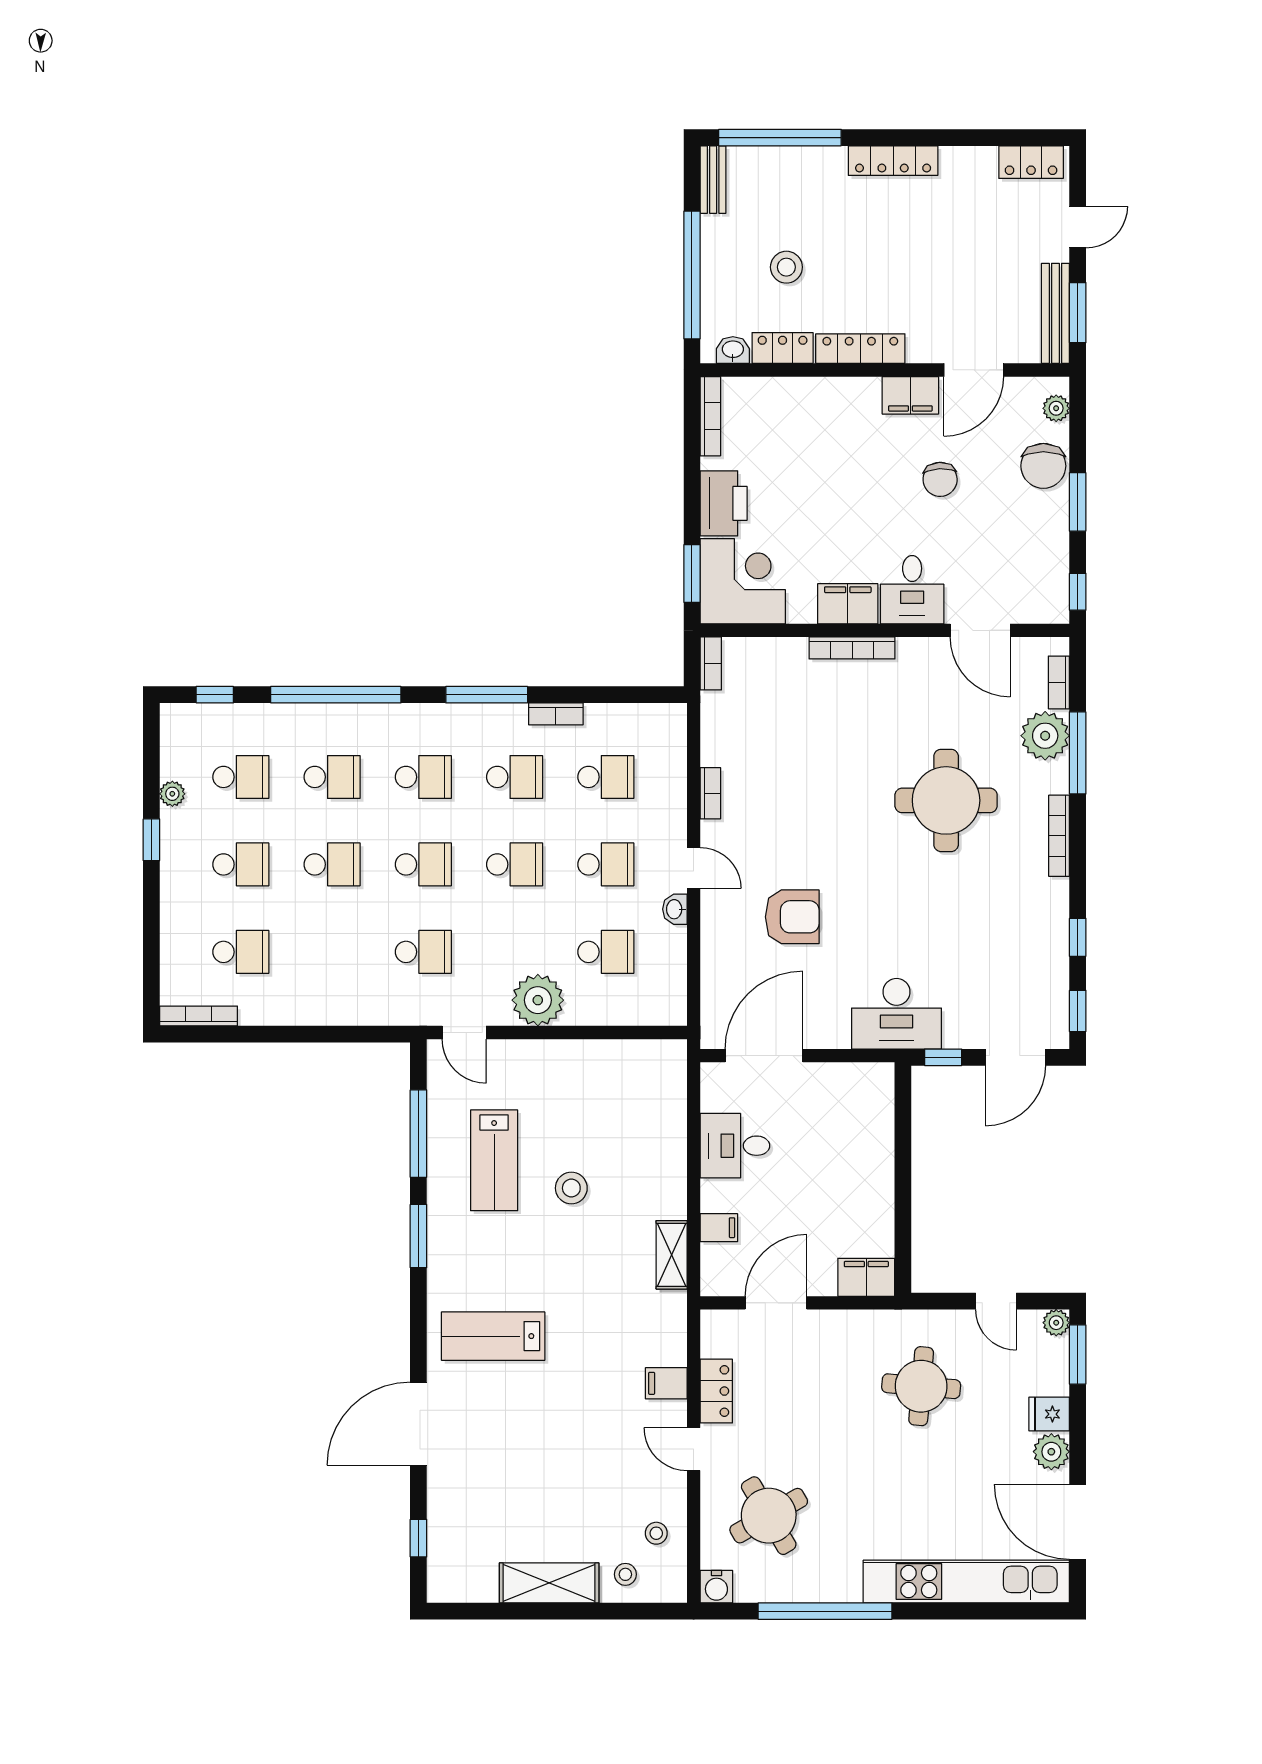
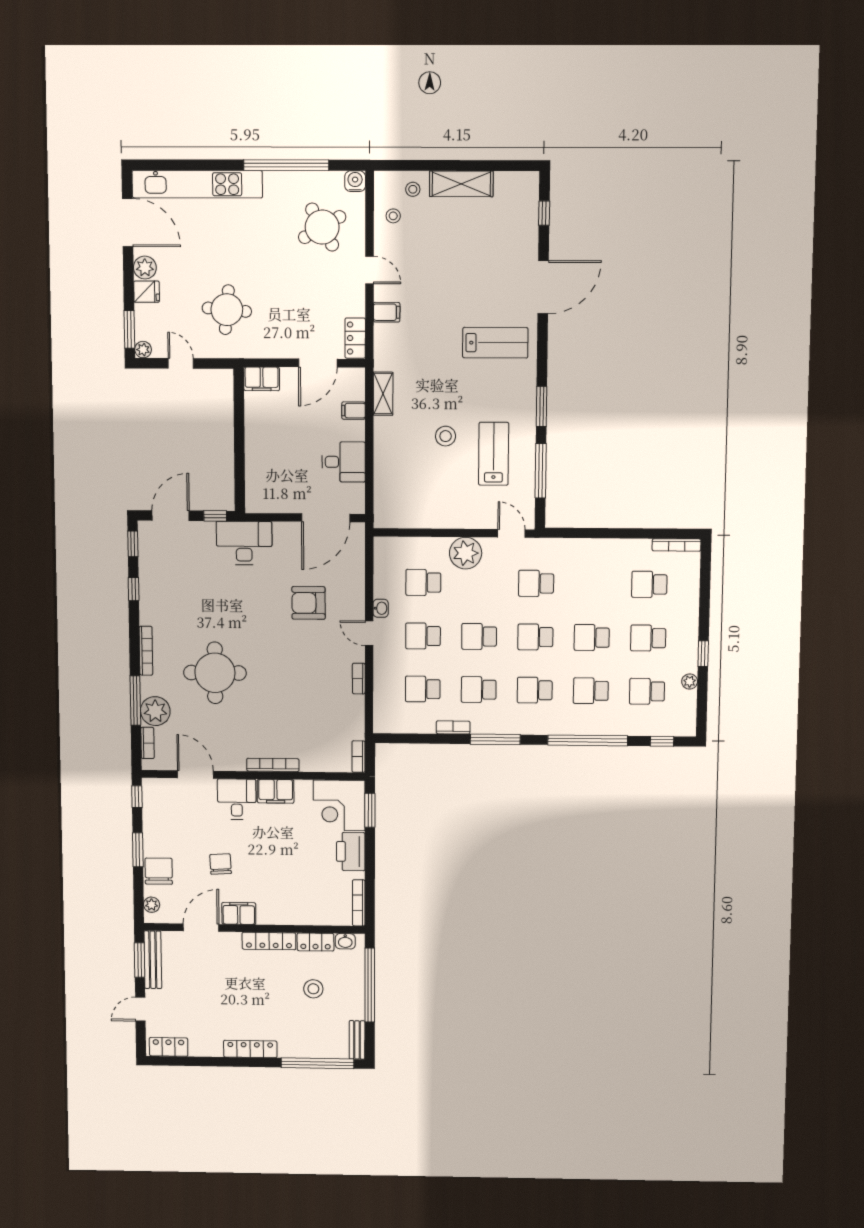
locker: (716, 1391) -> (355, 338), moved

